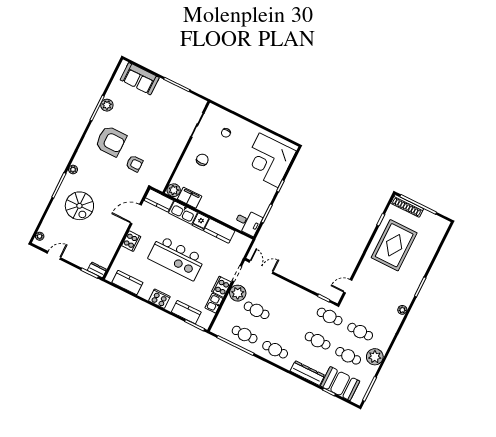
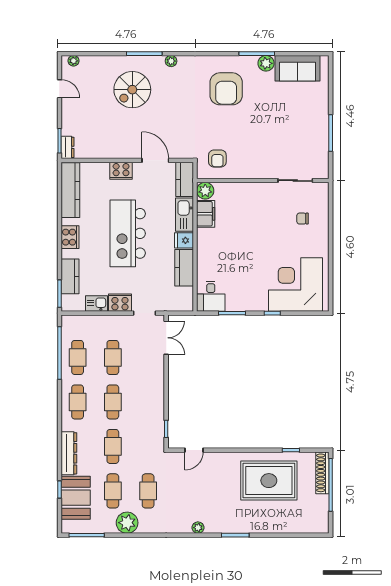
sofa: (140, 79) -> (297, 68), moved, turned -90
chair: (202, 160) -> (257, 207), removed
armchair: (134, 164) -> (217, 159), moved
kitchen counter: (127, 283) -> (70, 190), width x1.50
door: (348, 286) -> (194, 450), swing flipped
plant: (238, 293) -> (122, 325), removed
cafe table: (330, 316) -> (113, 402), moved

